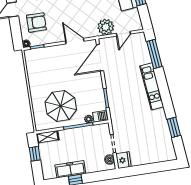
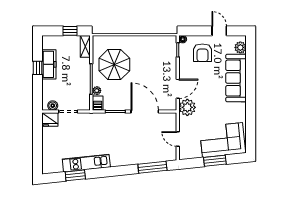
plant: (106, 27) -> (187, 107), moved
door: (100, 58) -> (145, 112), moved
kitchen unit: (152, 86) -> (86, 163), moved

